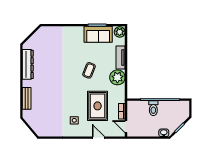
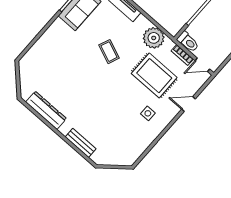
plant: (117, 77) -> (154, 38), moved
toilet: (153, 108) -> (188, 42), moved

